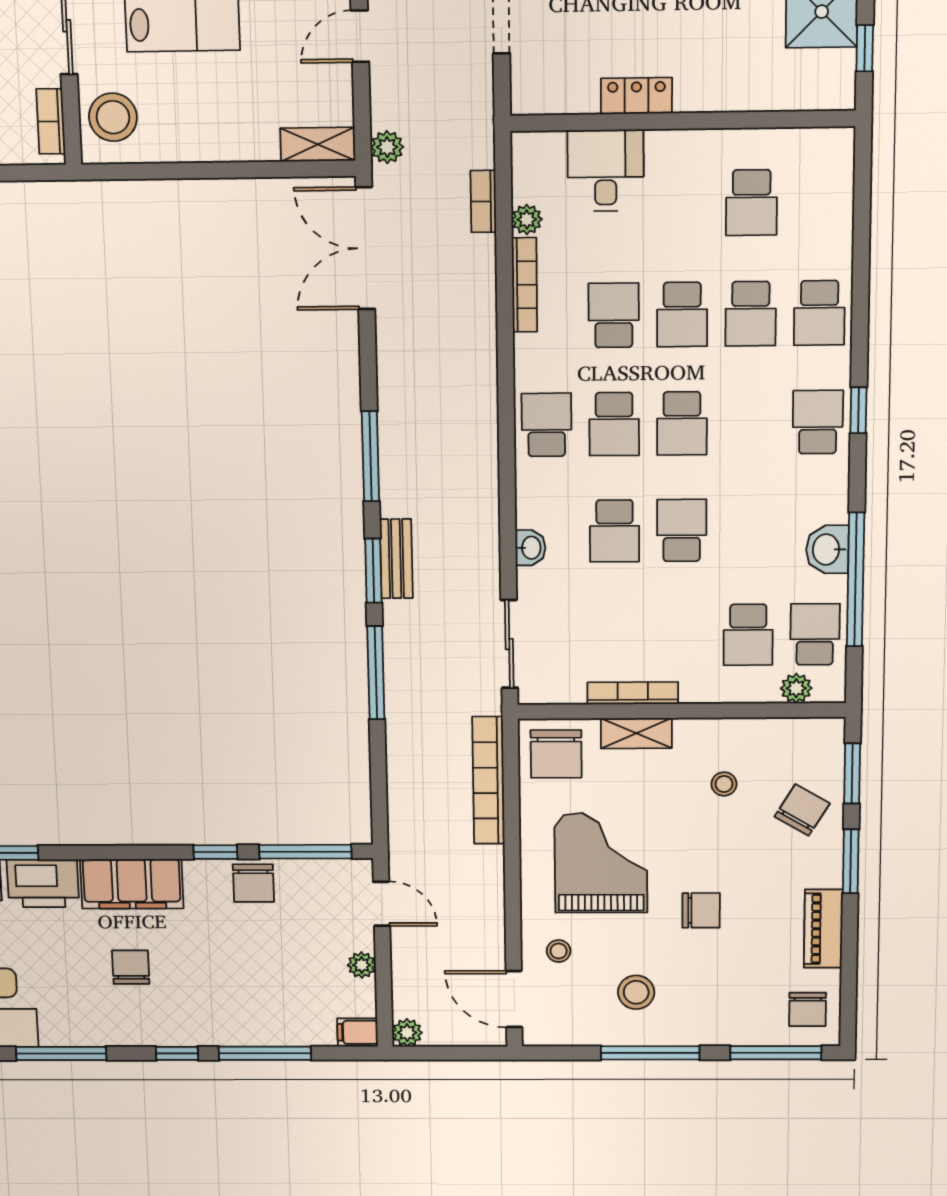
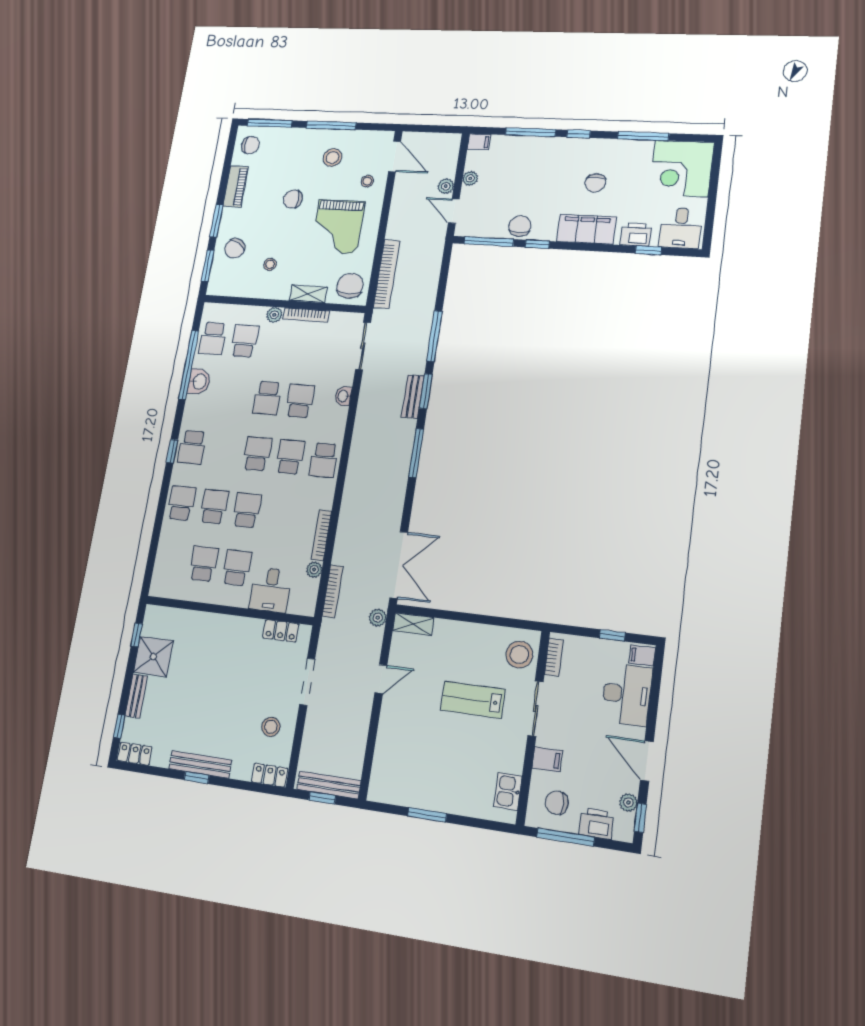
locker: (636, 96) -> (281, 631), moved
bookcase: (483, 201) -> (333, 591), width x1.56
school desk: (614, 315) -> (237, 568), moved, turned 180
plant: (796, 688) -> (274, 315), moved
printer: (43, 883) -> (636, 234), width x0.73, depth x0.84
chair: (808, 1009) -> (250, 145), turned 90
plant: (407, 1033) -> (446, 186), moved

